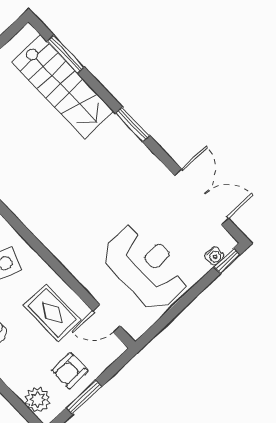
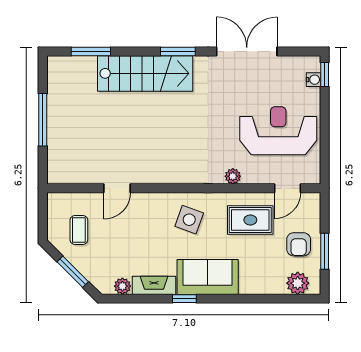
stairs: (63, 87) -> (145, 73), moved
double door: (202, 197) -> (247, 51), moved
plant: (74, 265) -> (233, 176), added

